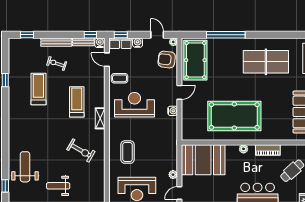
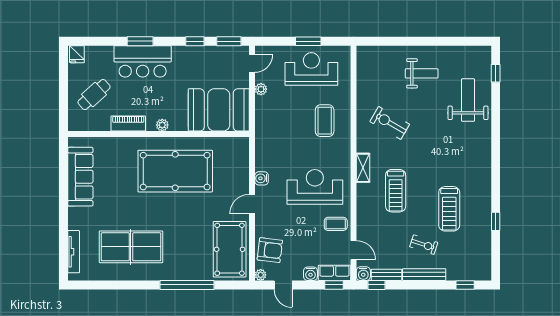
reception desk: (134, 105) -> (315, 187), turned 180
weight bench: (25, 167) -> (468, 100), turned 180

